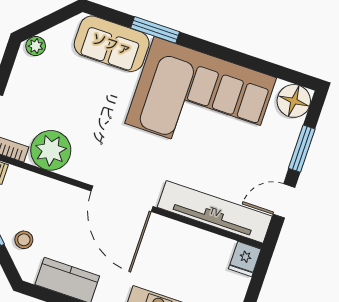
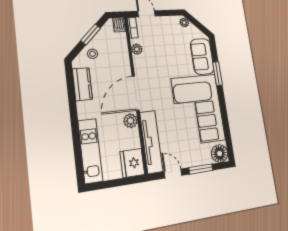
plant: (51, 150) -> (137, 49), width x0.53, depth x0.53
plant: (164, 230) -> (130, 121), added
fridge: (245, 259) -> (132, 163), width x1.88, depth x1.34

